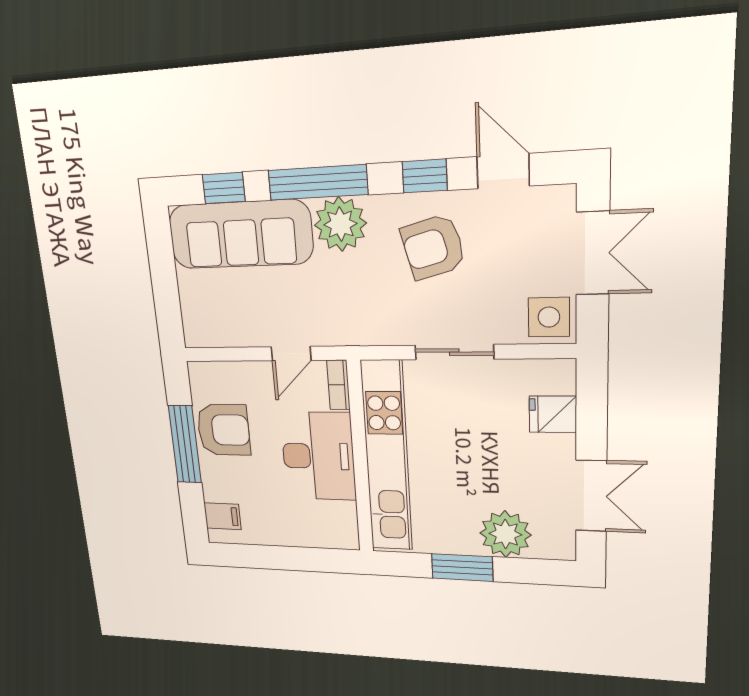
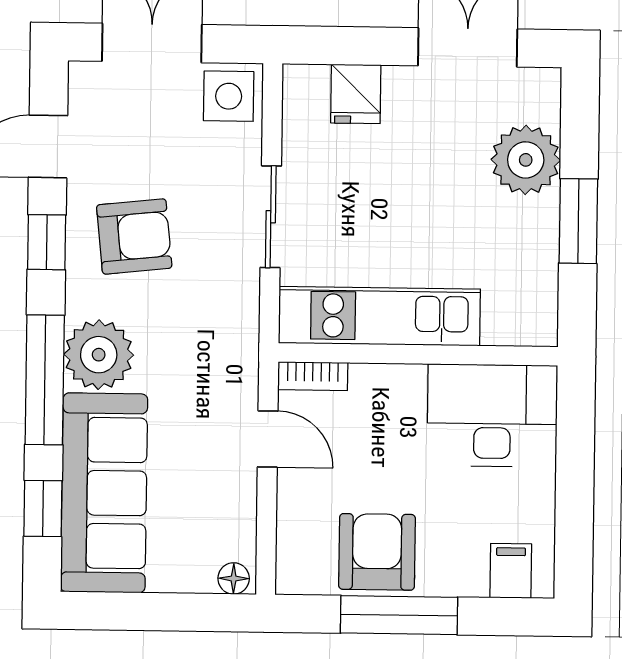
armchair: (433, 247) -> (134, 237), turned -81
floor lamp: (193, 332) -> (234, 578), added
desk: (318, 456) -> (492, 416), moved
kitchen unit: (387, 457) -> (379, 316), width x0.73

